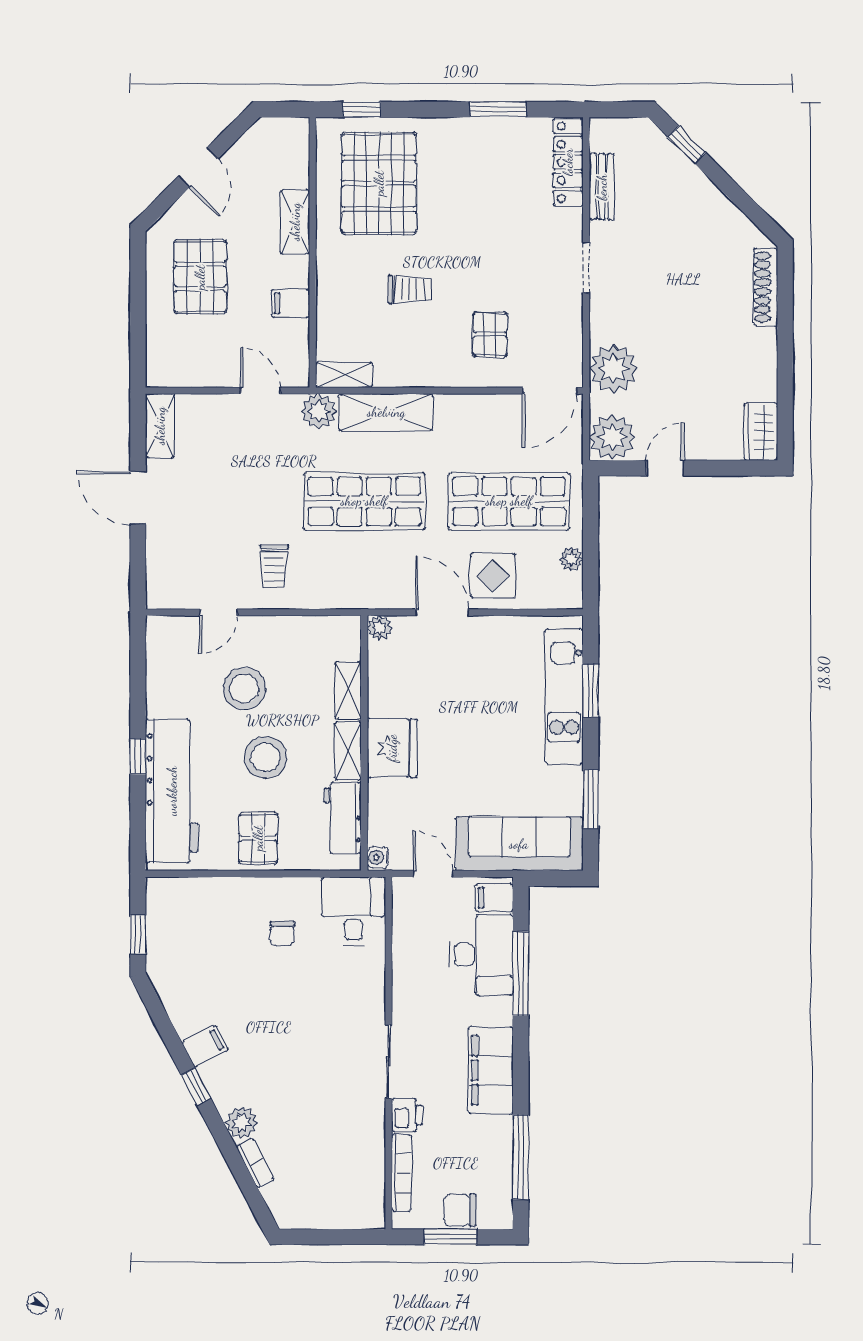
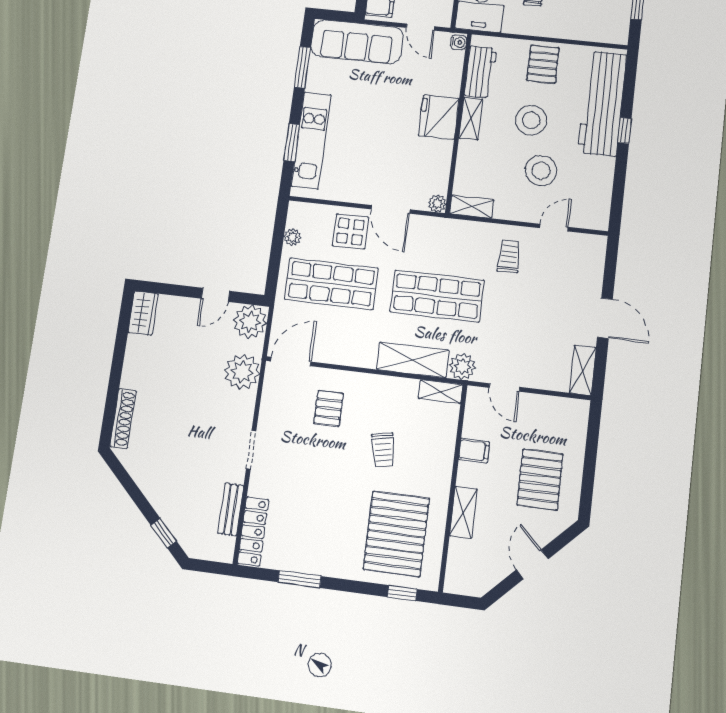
trolley: (410, 289) -> (383, 450), turned -101
shelving: (348, 690) -> (472, 207), moved, turned 90

